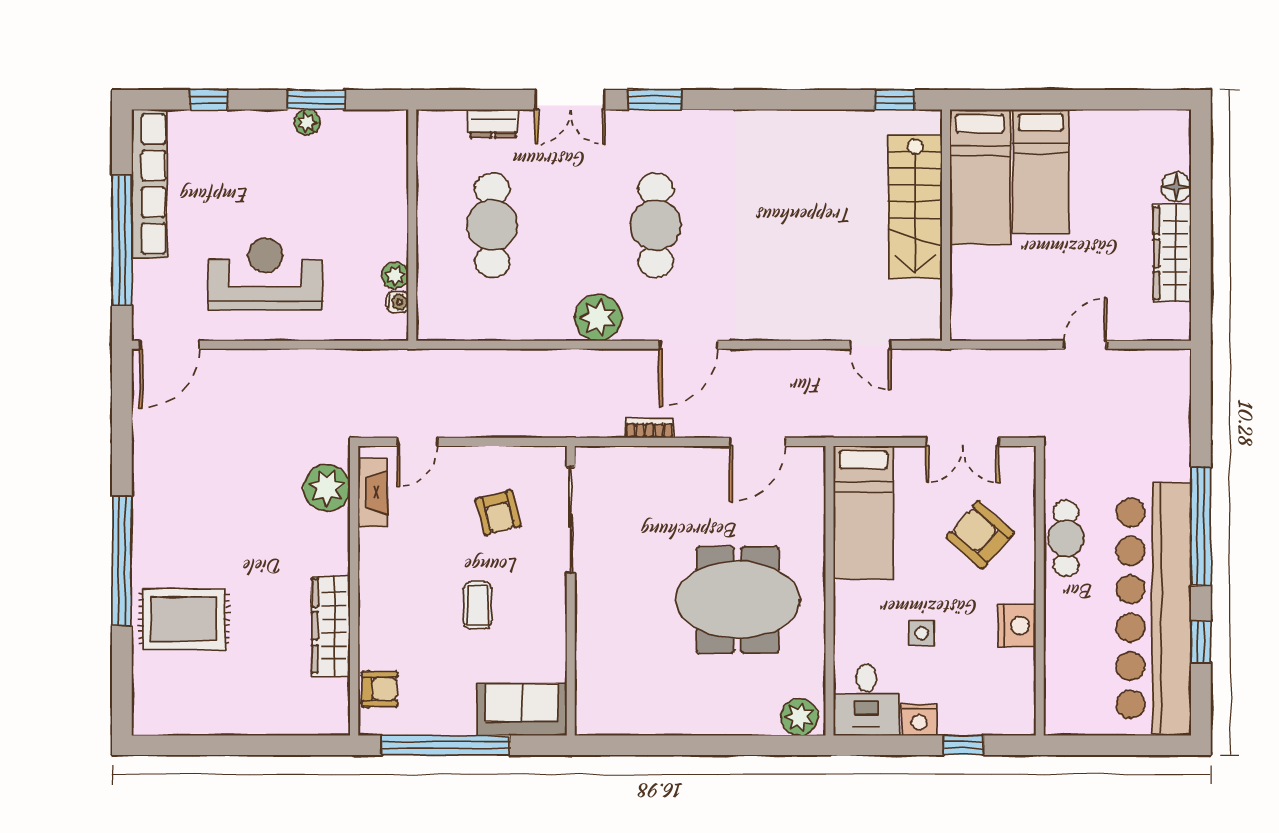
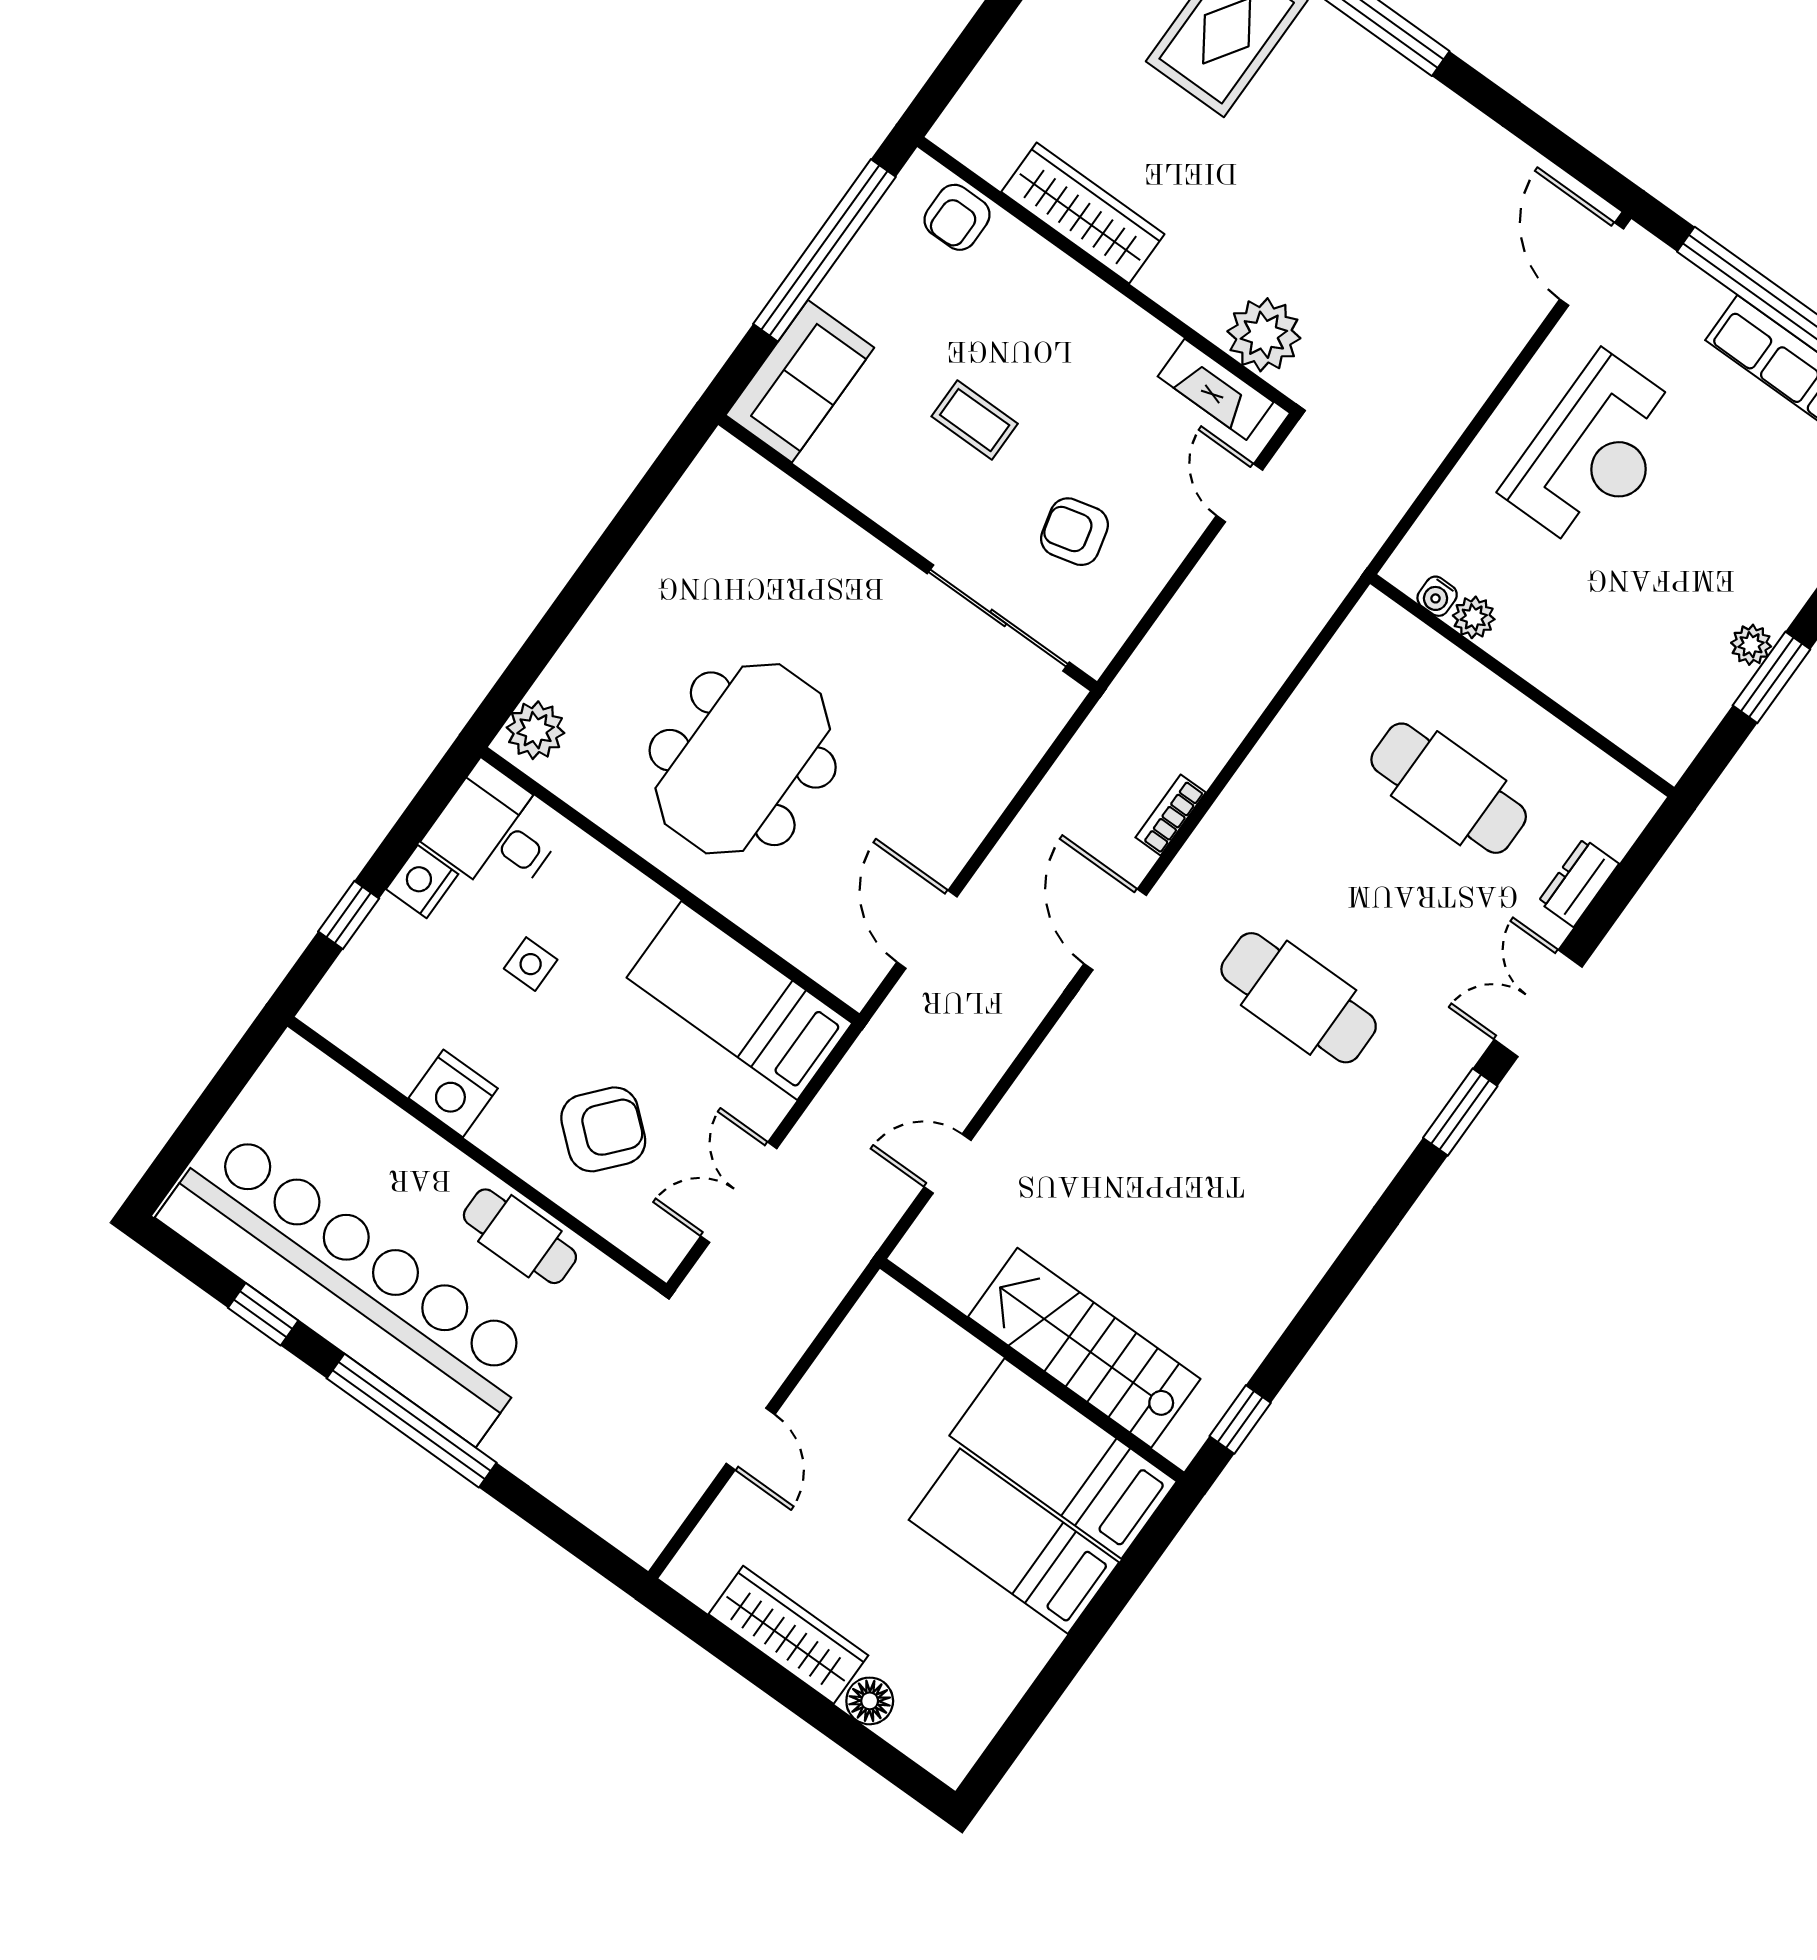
plant: (598, 318) -> (1233, 839), removed
bookcase: (649, 428) -> (1171, 815), moved, turned 180

